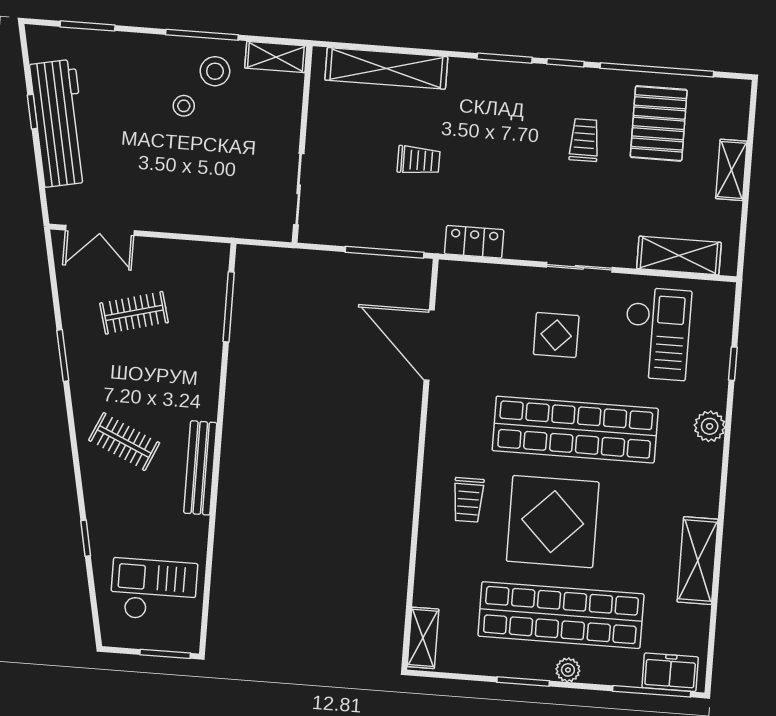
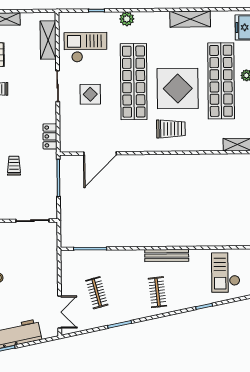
clothes rail: (124, 442) -> (157, 292), turned -30
trolley: (468, 500) -> (171, 129), width x1.36, depth x1.39

